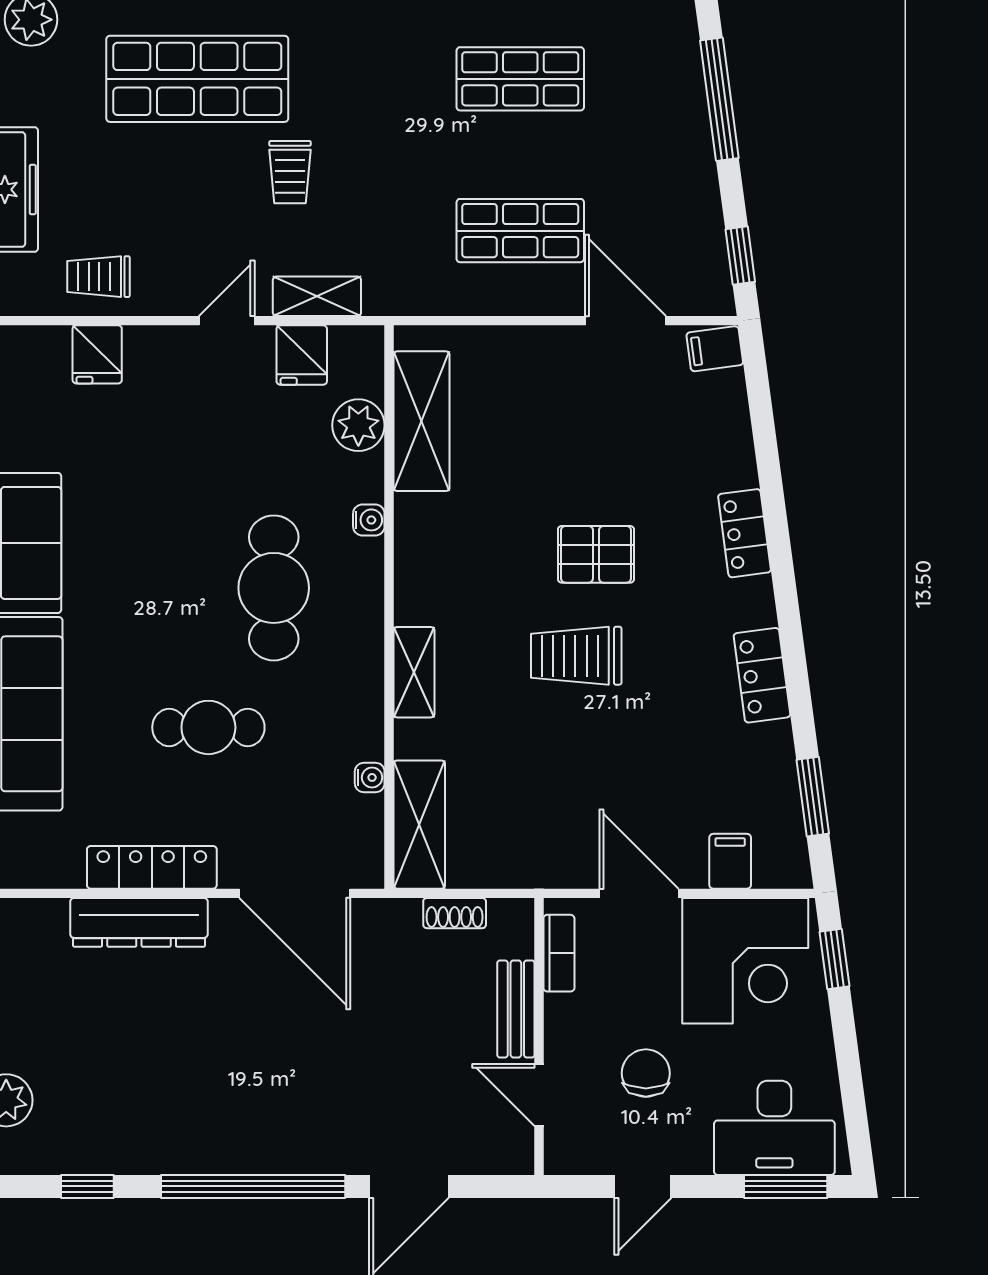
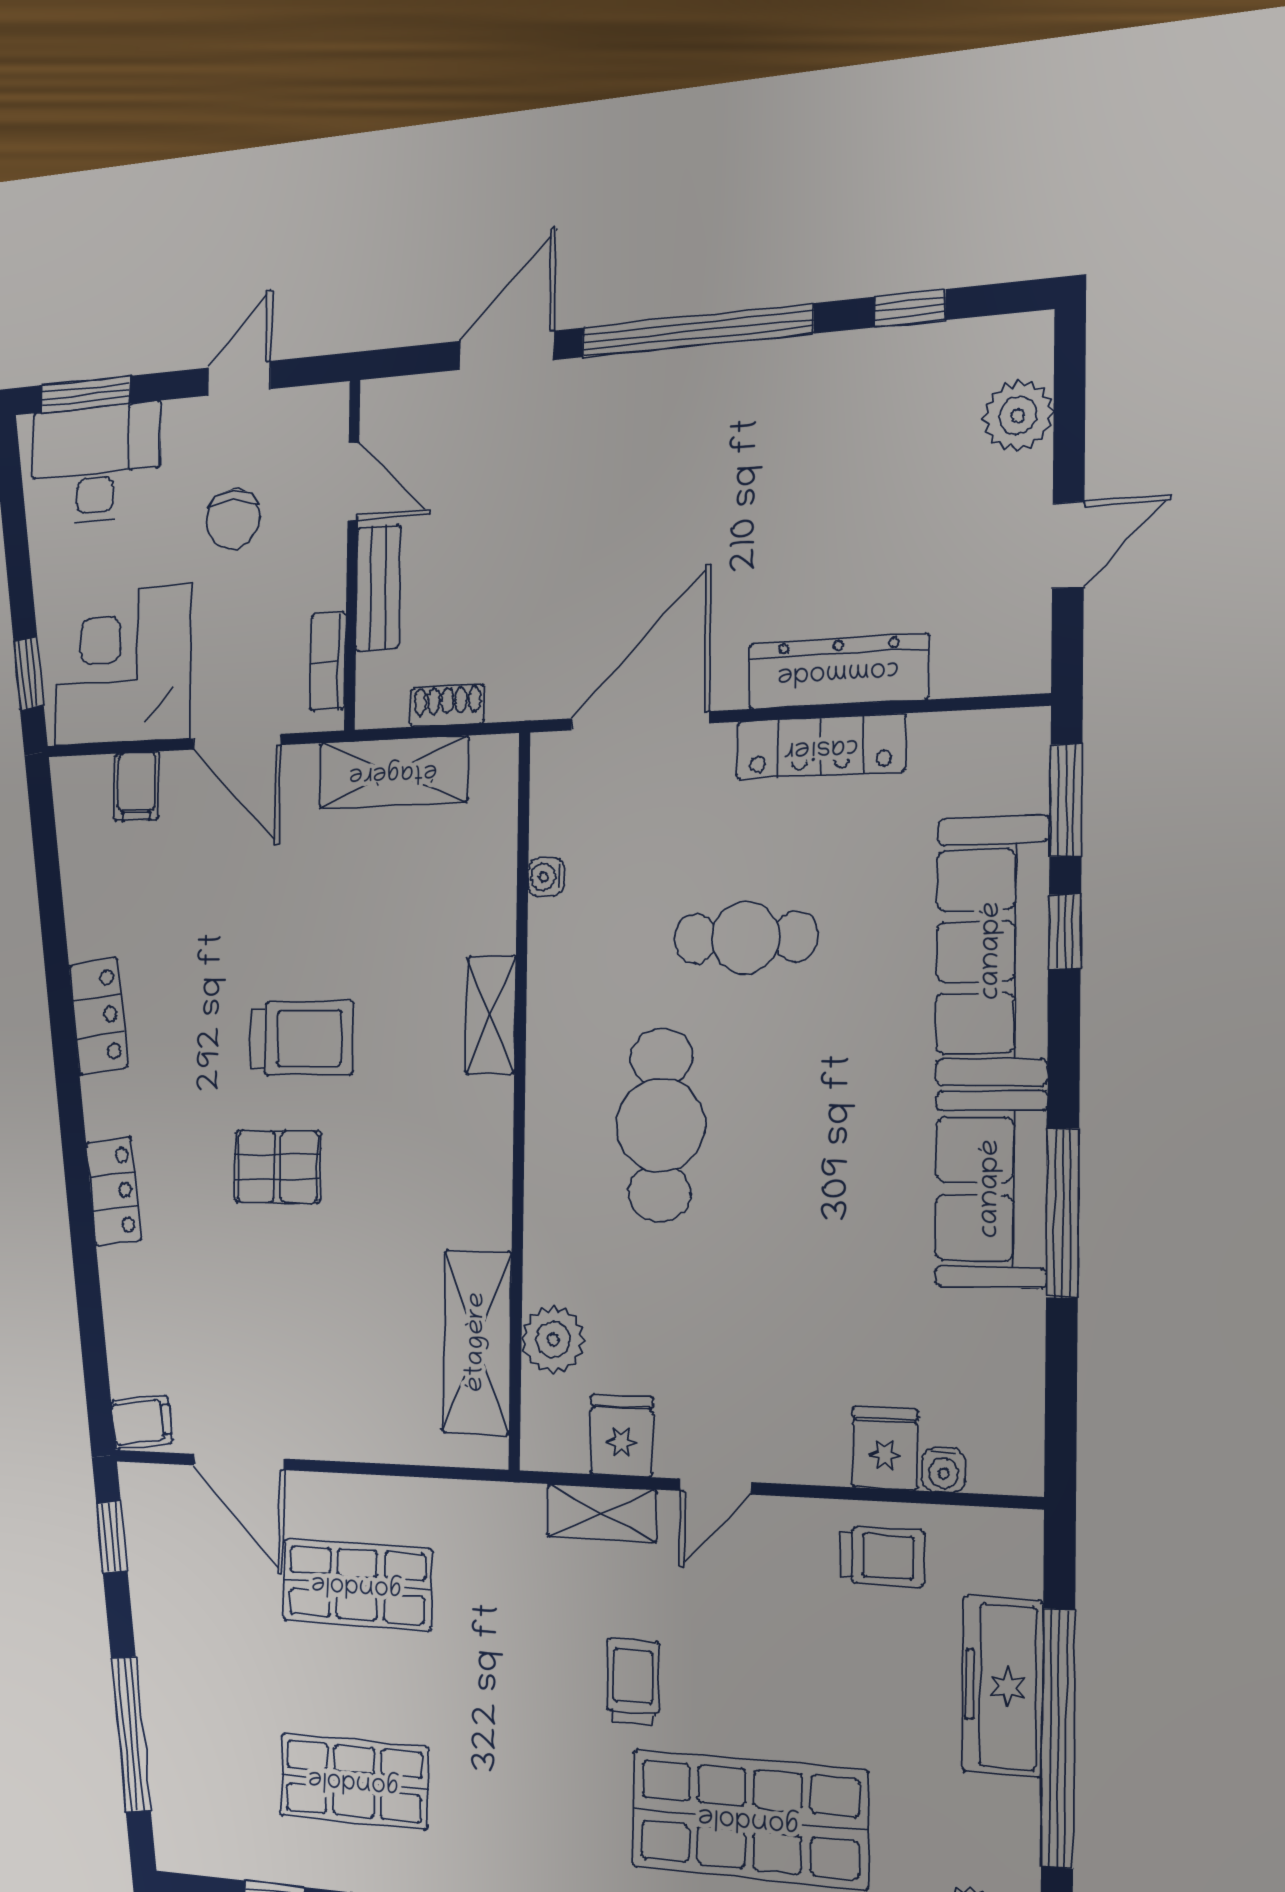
water cooler: (369, 520) -> (944, 1470), moved, turned -90
window: (813, 797) -> (47, 869), removed
shelving: (419, 825) -> (393, 772), moved, turned 90
door: (295, 893) -> (640, 721), hinge flipped

